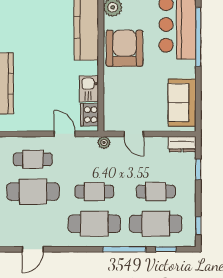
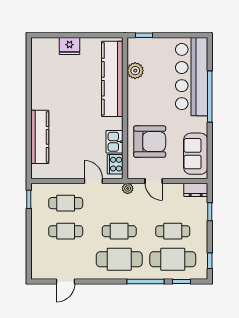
armchair: (125, 48) -> (150, 142), moved, turned 90
cafe table: (33, 192) -> (66, 231), width x0.73, depth x0.74

